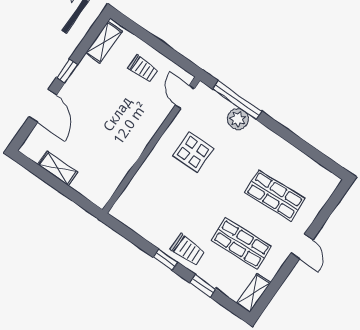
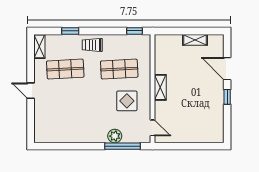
shelving: (104, 42) -> (160, 87), moved
trolley: (143, 69) -> (186, 127), removed
shop shelf: (275, 195) -> (119, 69), moved
window: (165, 260) -> (135, 31), moved

